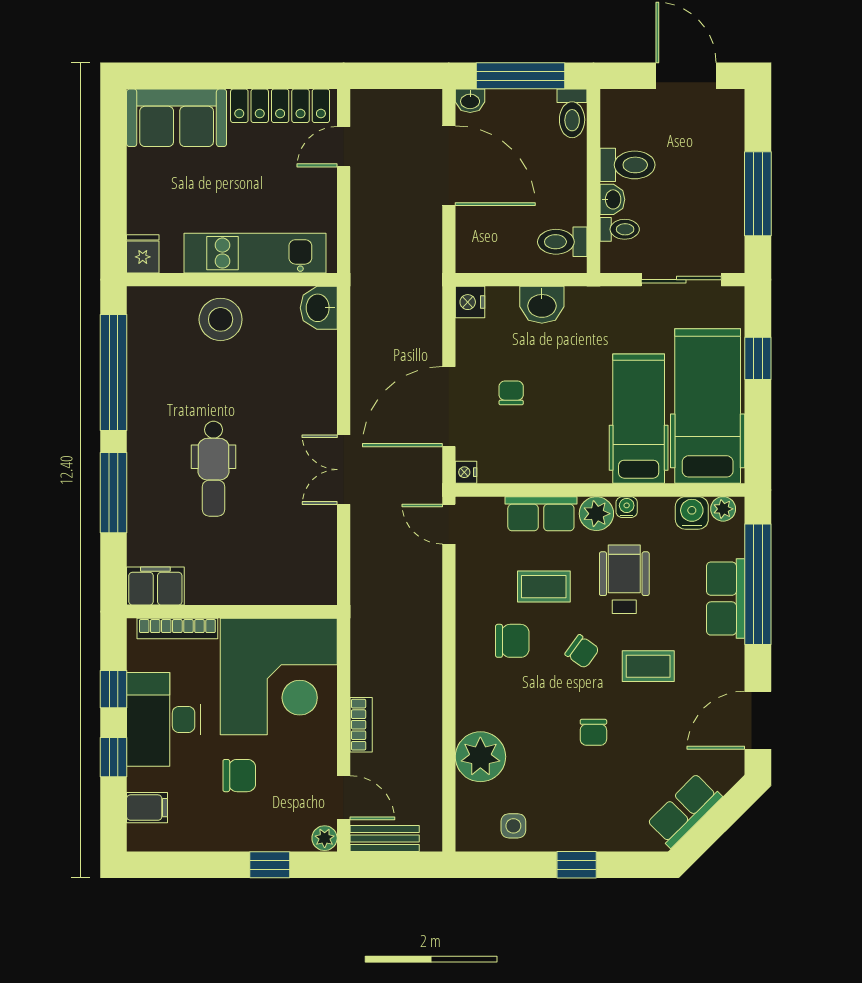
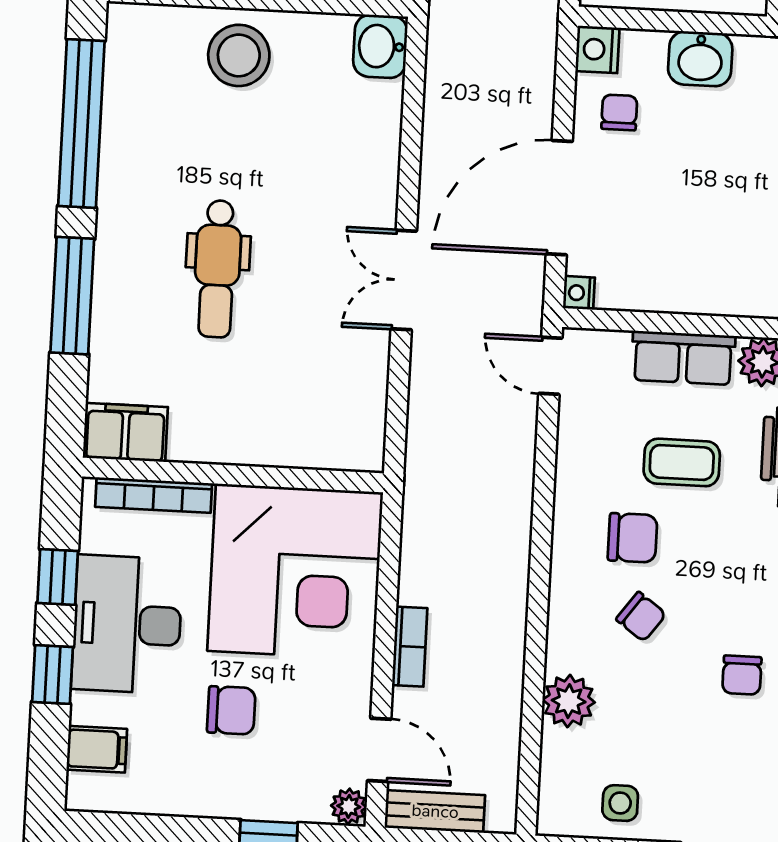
chair: (511, 393) -> (619, 112), moved
chair: (582, 652) -> (641, 617), moved
plant: (480, 757) -> (569, 701), width x0.73, depth x0.73

